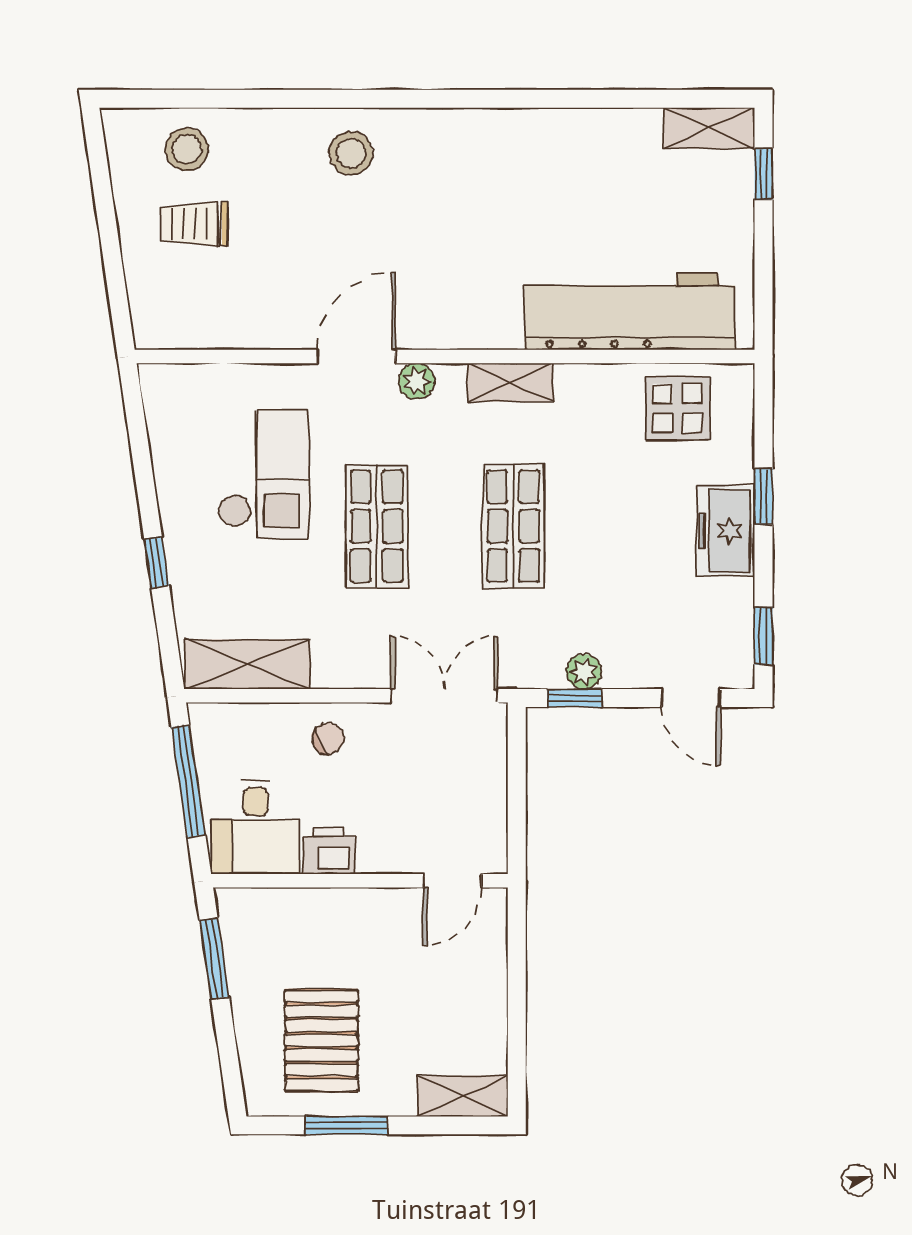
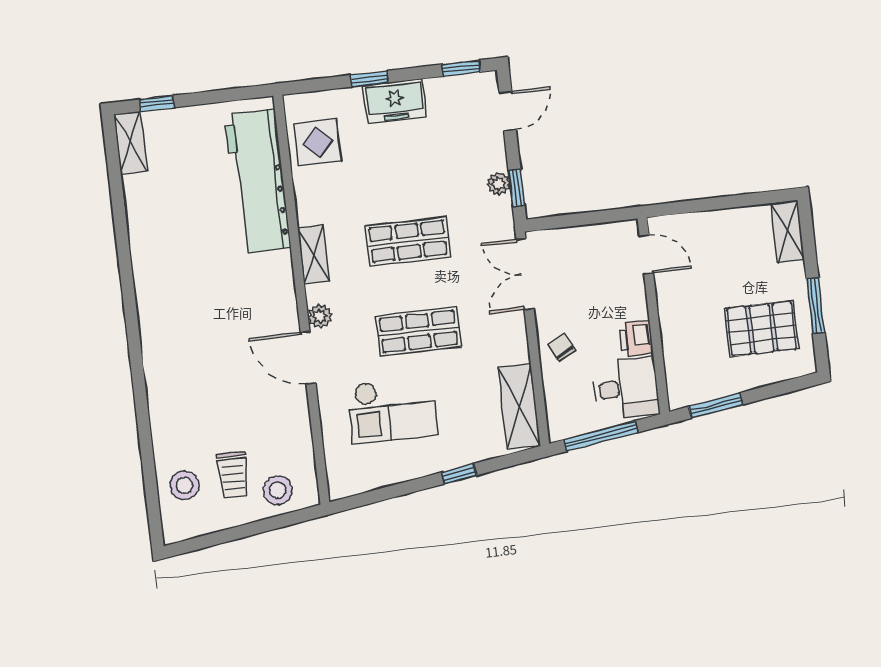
stool: (351, 153) -> (278, 490), moved
checkout: (264, 474) -> (392, 410), turned 180

